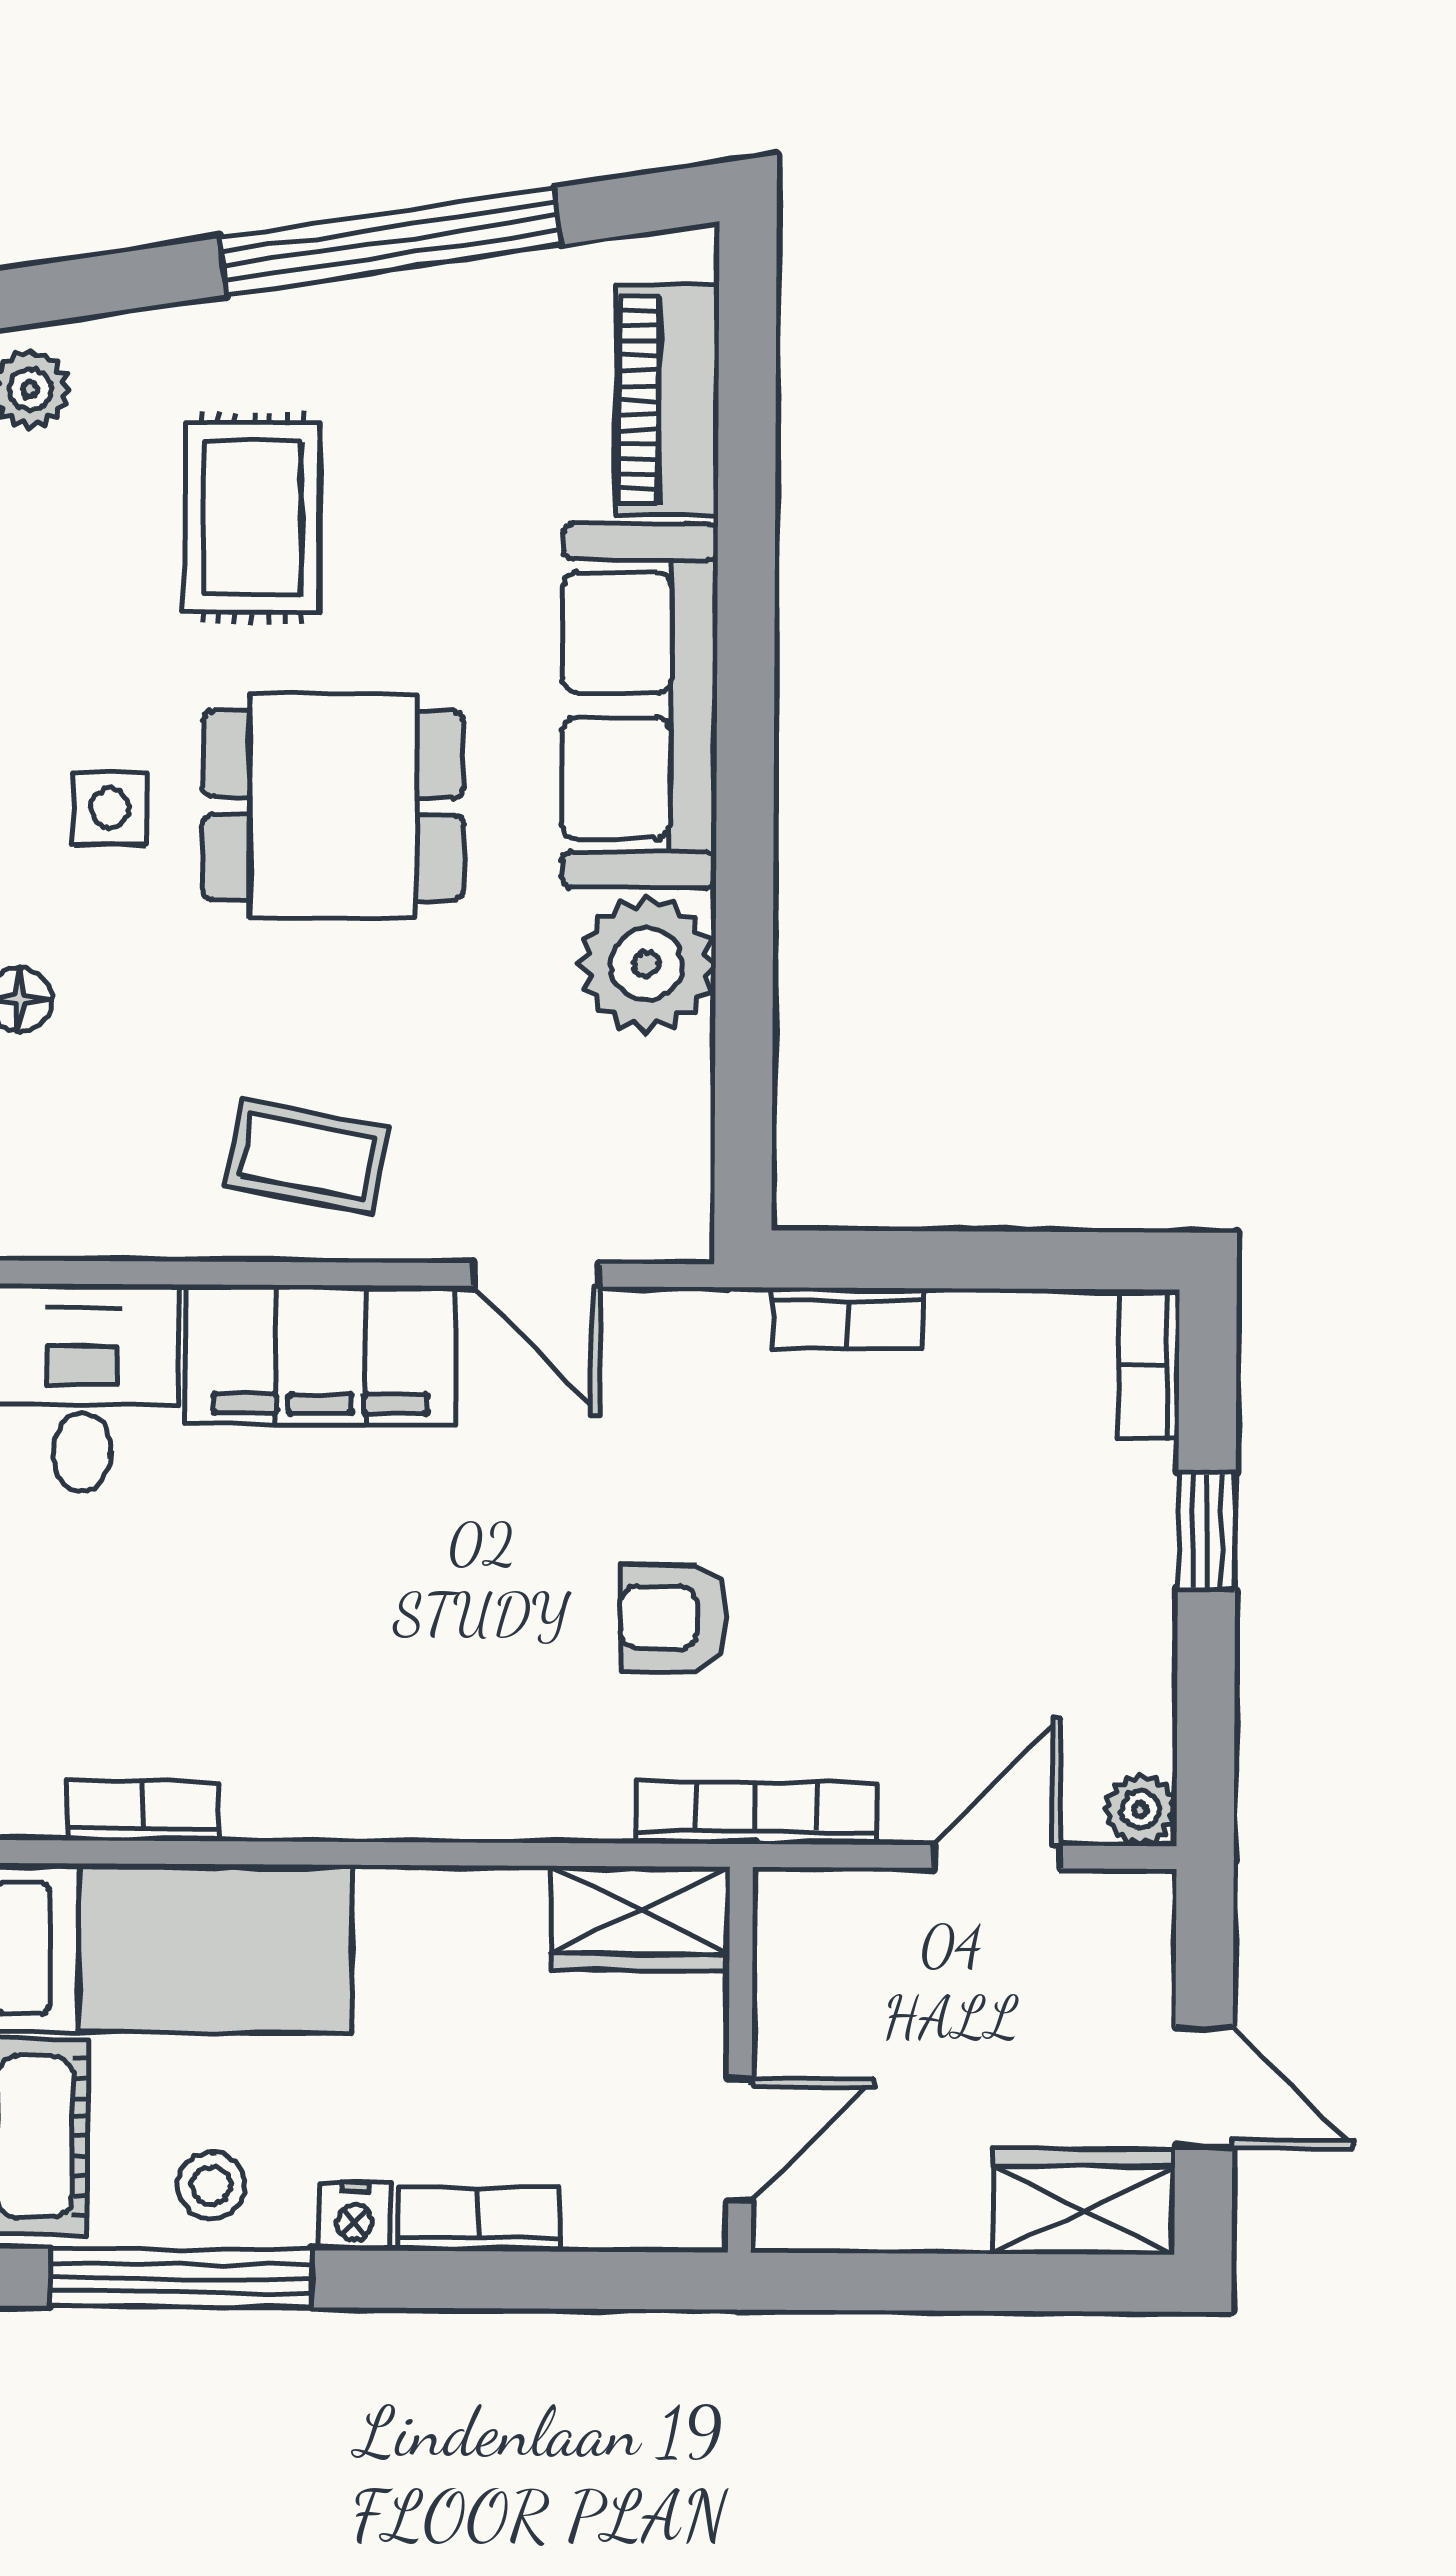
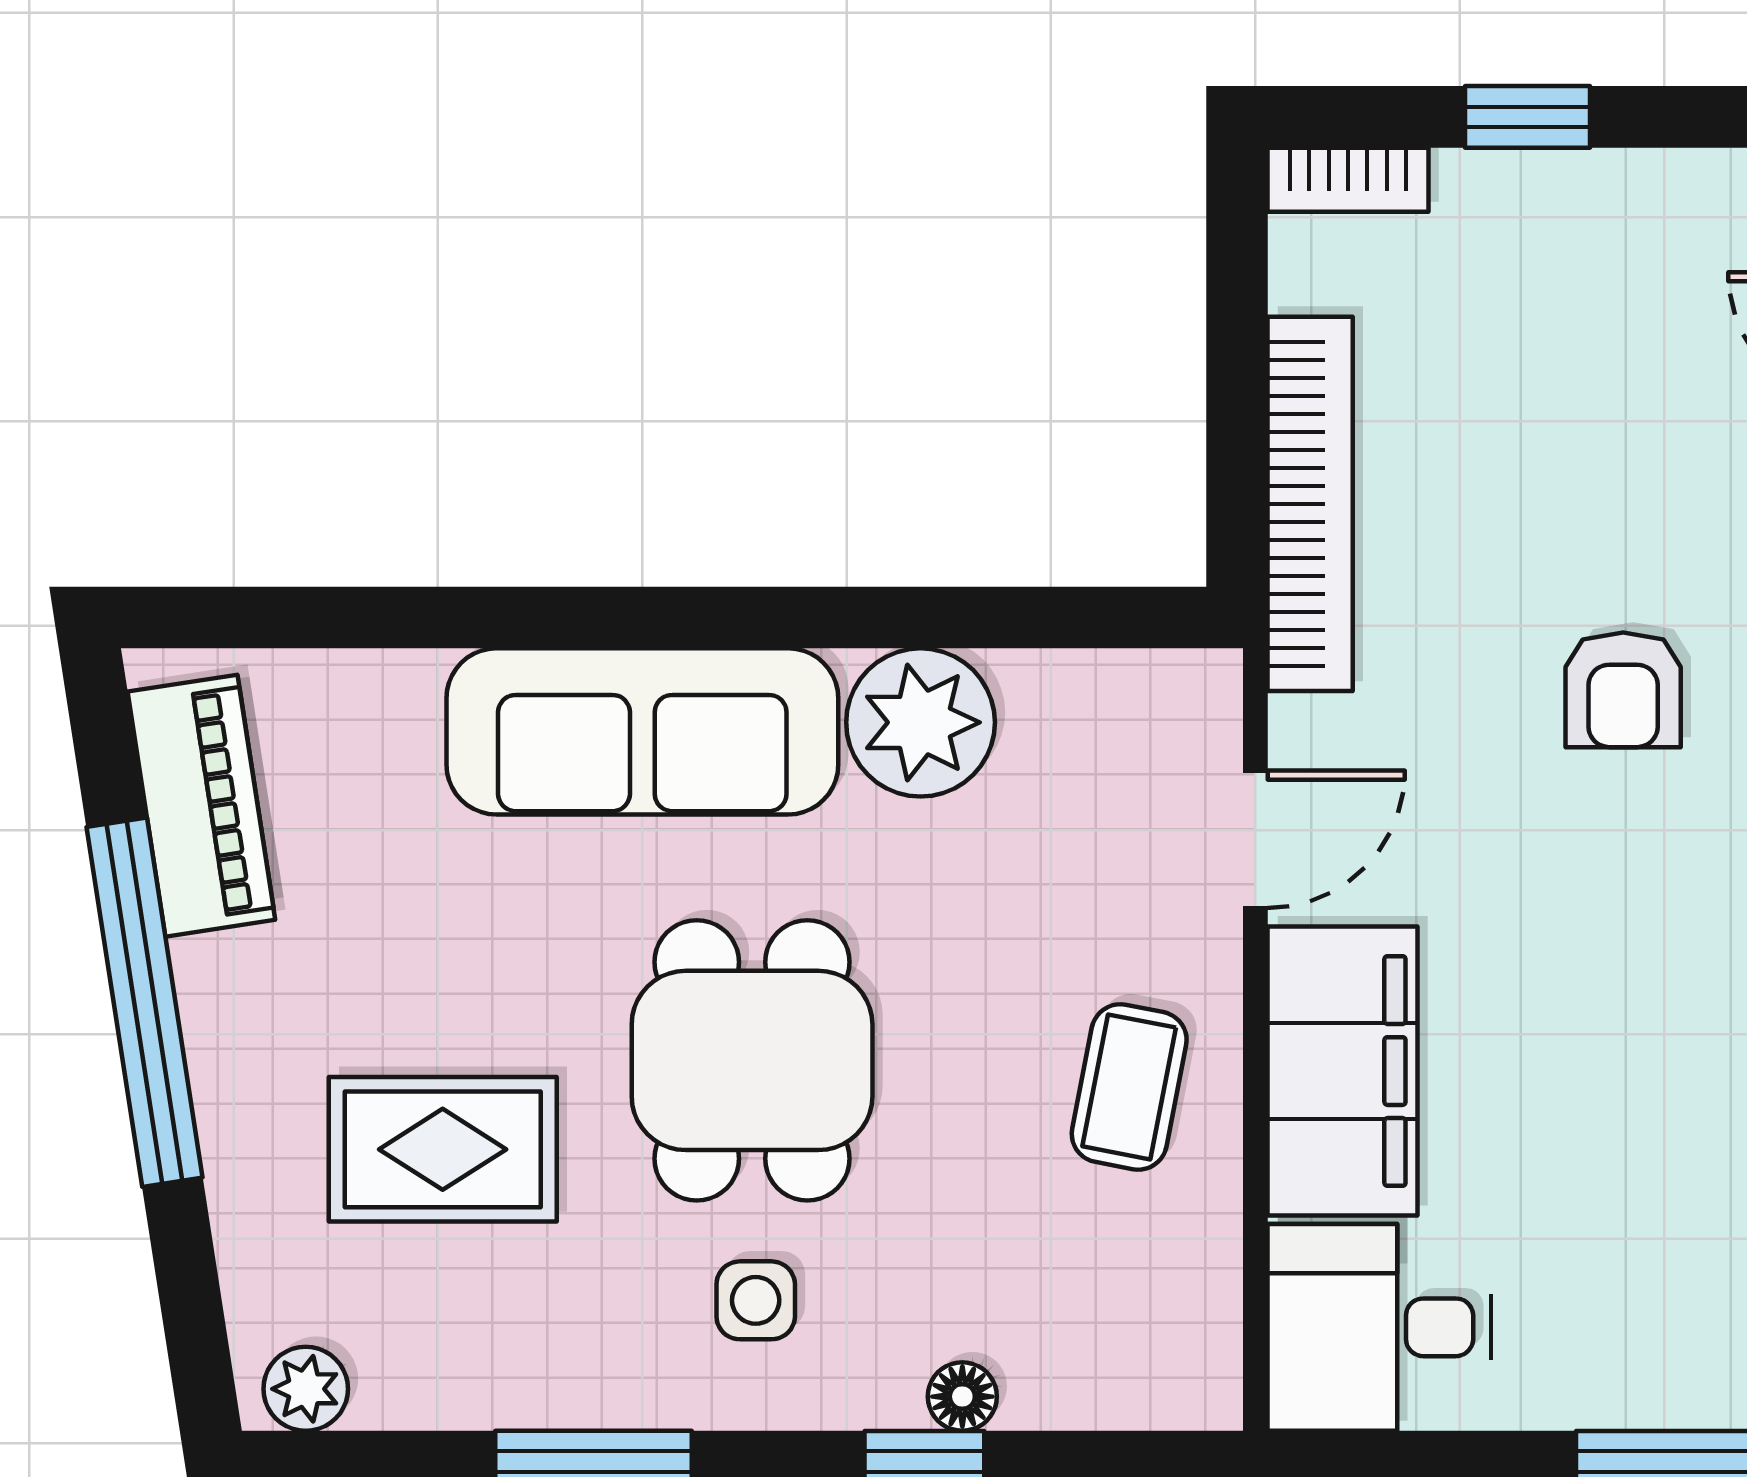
piano: (667, 401) -> (201, 806), moved, turned -99
bookcase: (848, 1318) -> (1310, 504), width x2.31, depth x1.31

